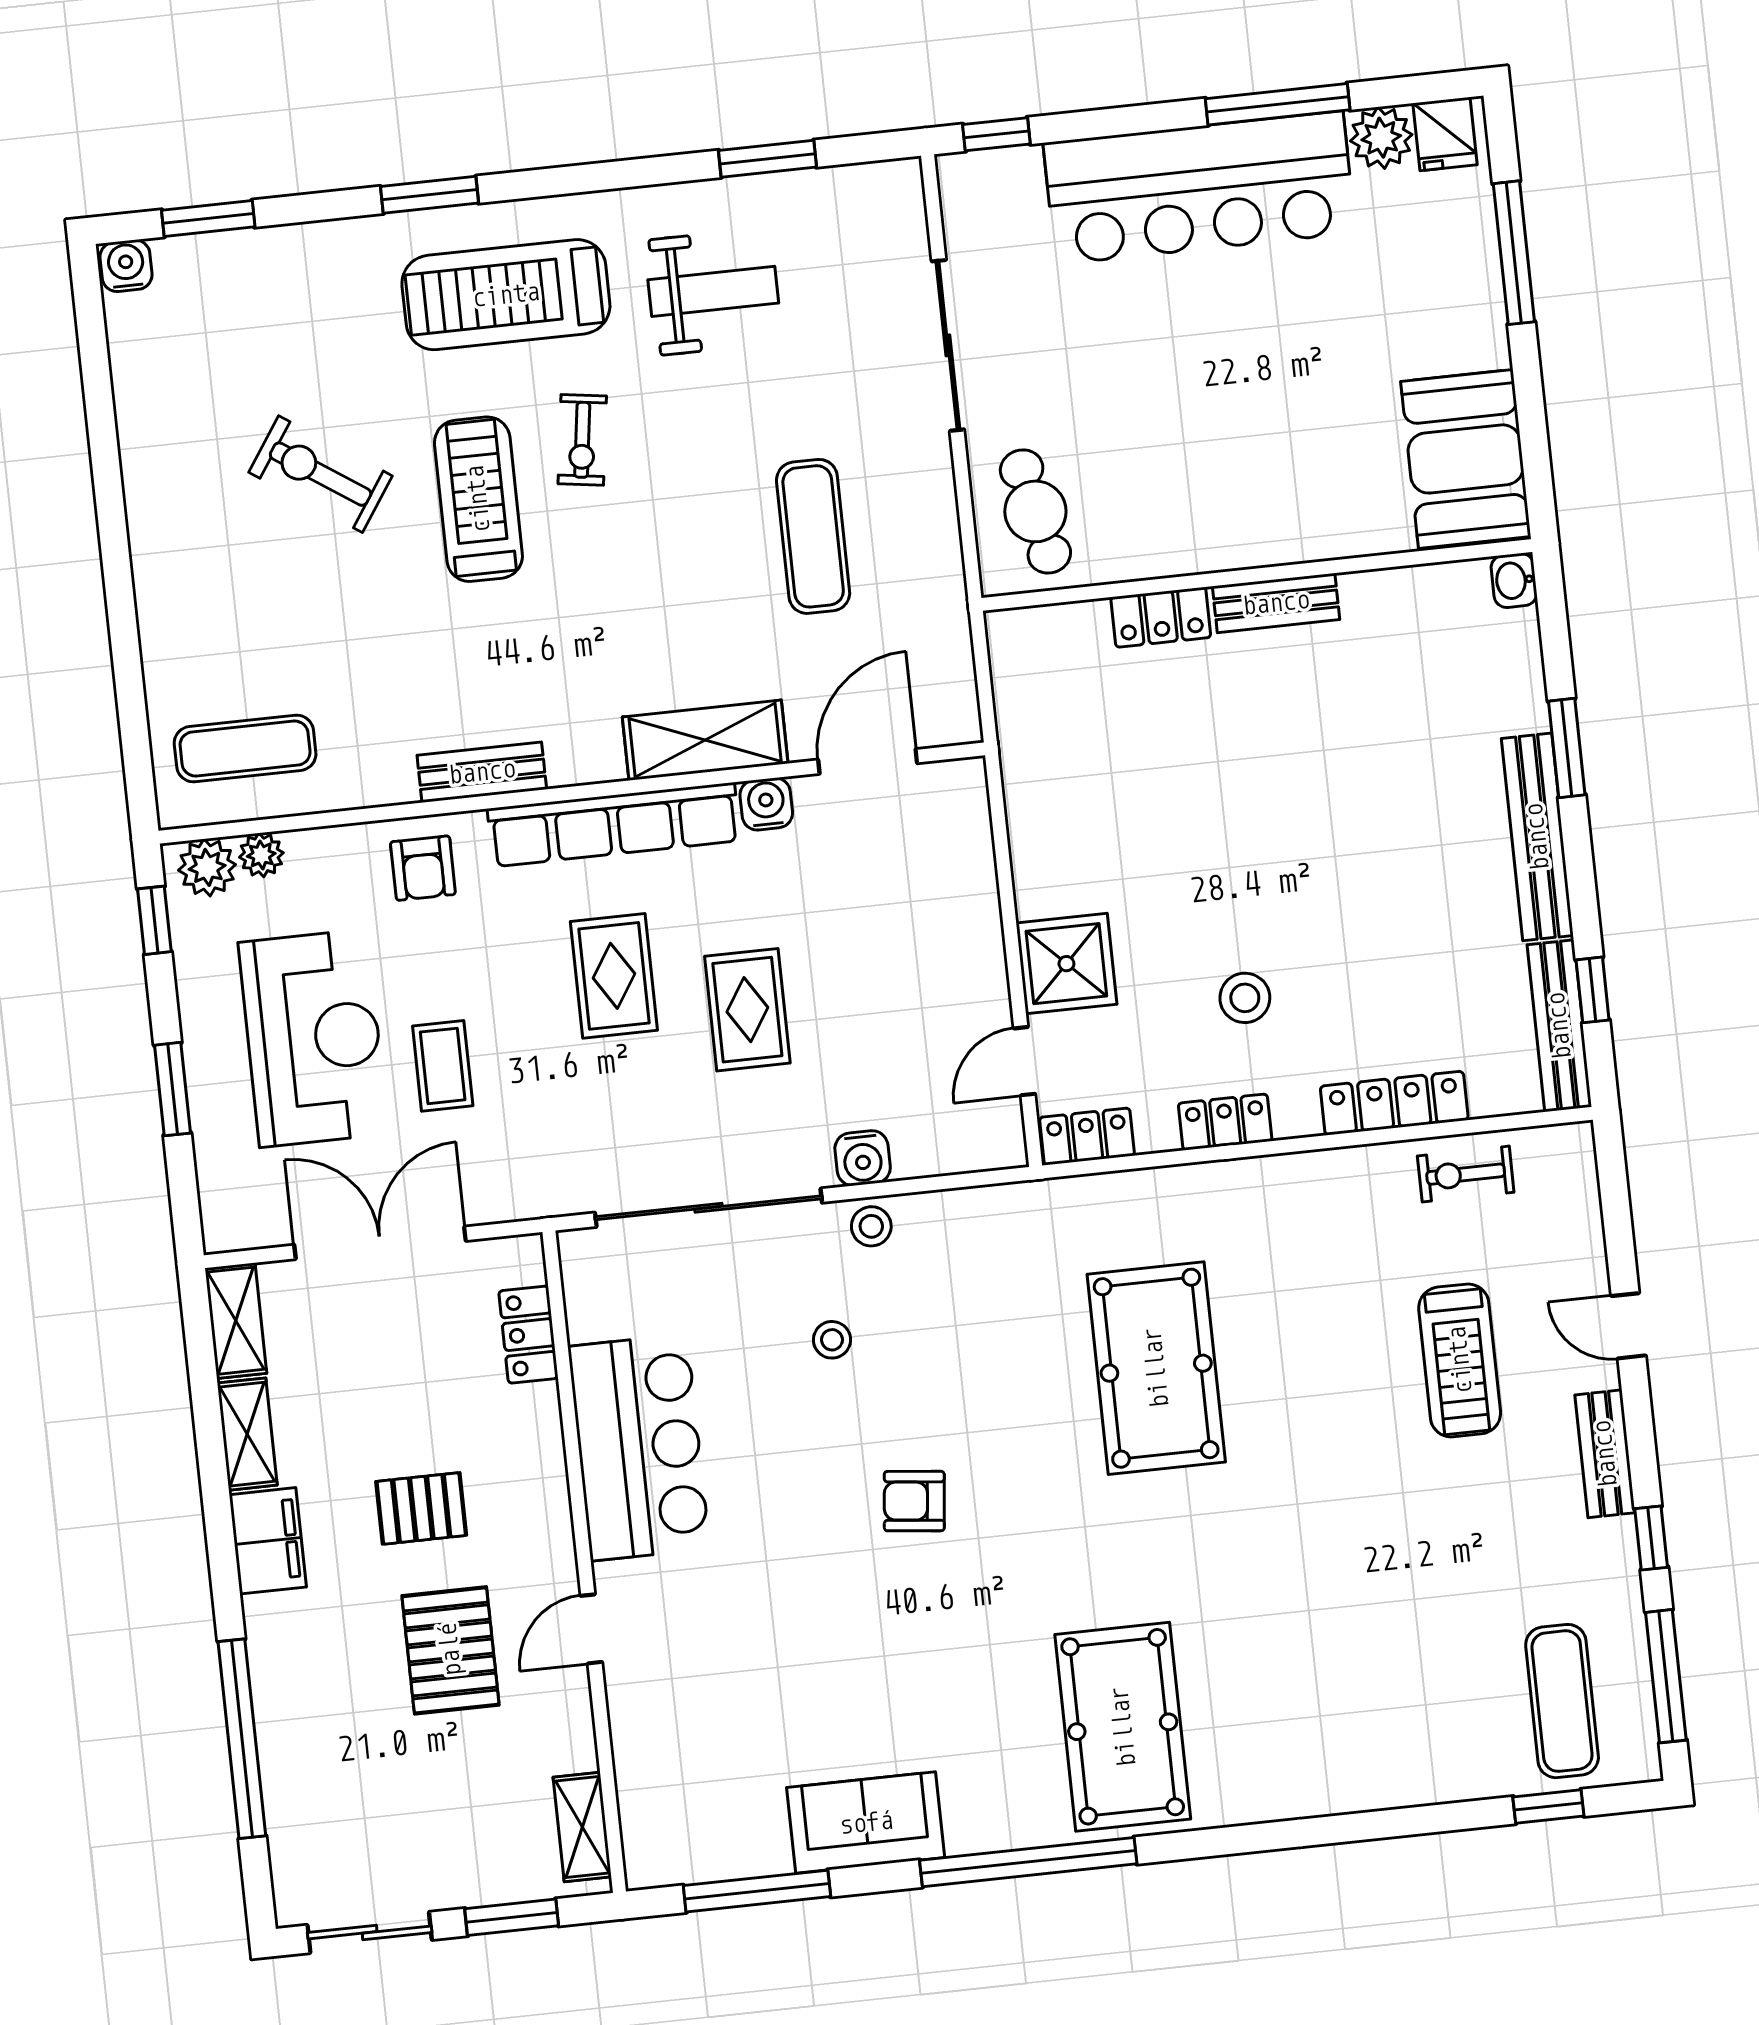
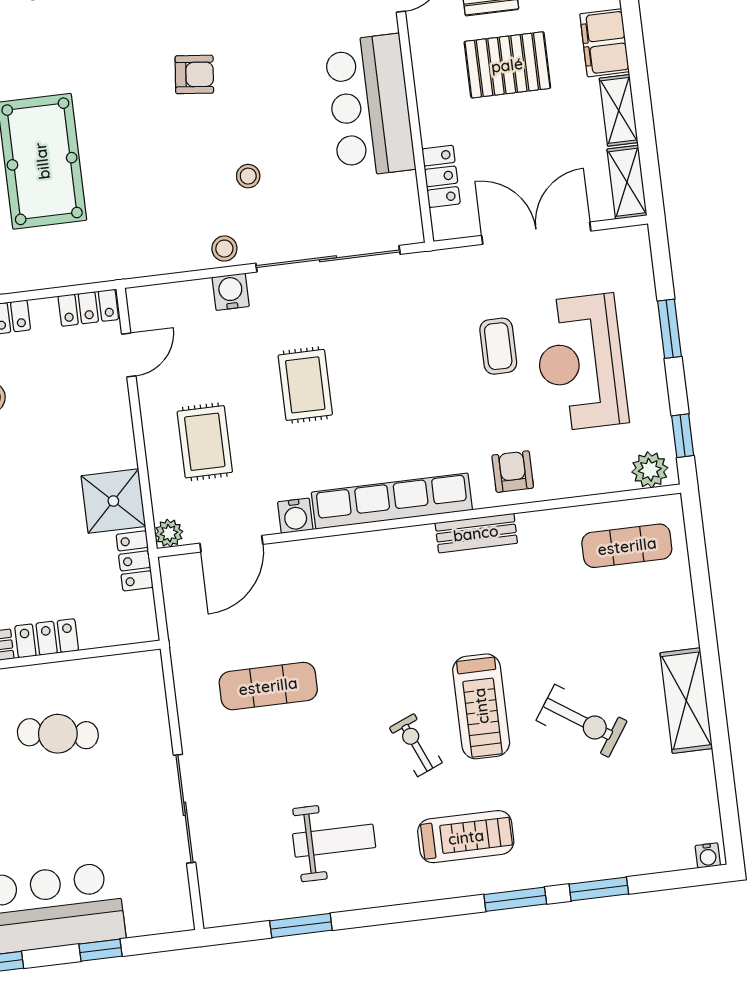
window: (996, 134) -> (100, 950), moved
window: (208, 218) -> (599, 889), moved
water cooler: (126, 266) -> (708, 855), width x0.72, depth x0.72
weight bench: (713, 291) -> (334, 841), turned 180
treadmill: (506, 295) -> (466, 837), width x0.73, depth x0.73
exercise bike: (582, 440) -> (416, 745), turned -31
cafe table: (1035, 511) -> (58, 734), moved, turned -68
exercise mat: (813, 536) -> (268, 686), turned 90
locker: (1020, 737) -> (135, 561), added
shelving: (705, 740) -> (686, 701), moved, turned 90
plant: (261, 855) -> (169, 533), moved
shower: (1066, 964) -> (113, 501), moved
rug: (614, 976) -> (205, 442), moved
double door: (380, 1243) -> (536, 233), swing flipped
pallet: (421, 1508) -> (507, 65), width x1.50, depth x1.42

